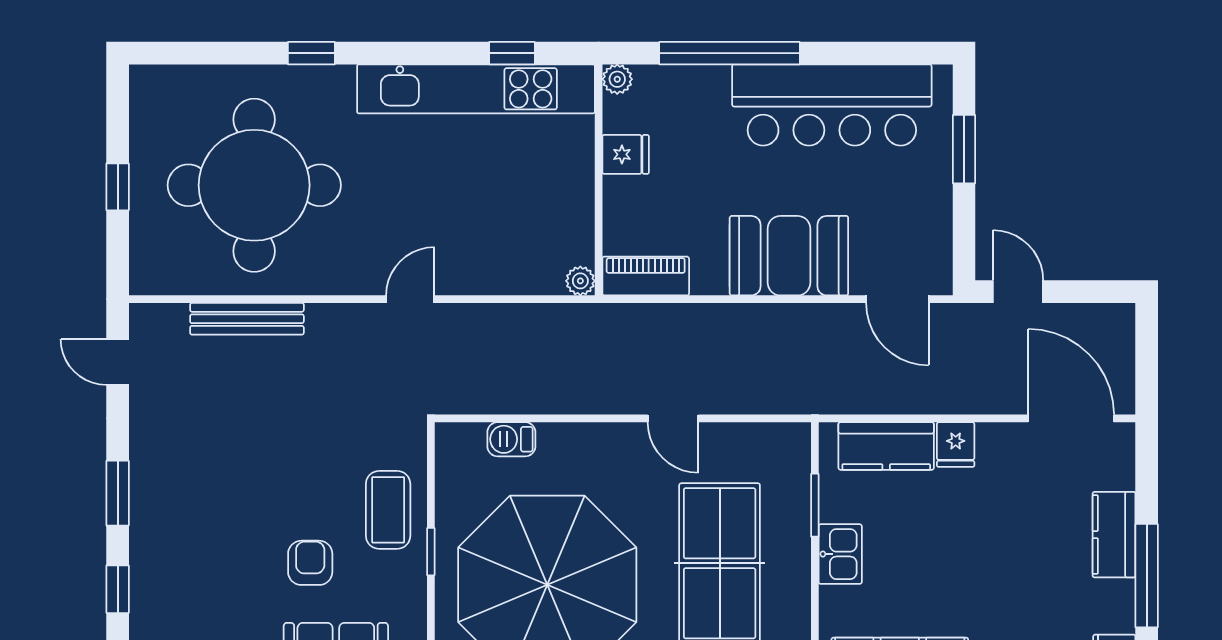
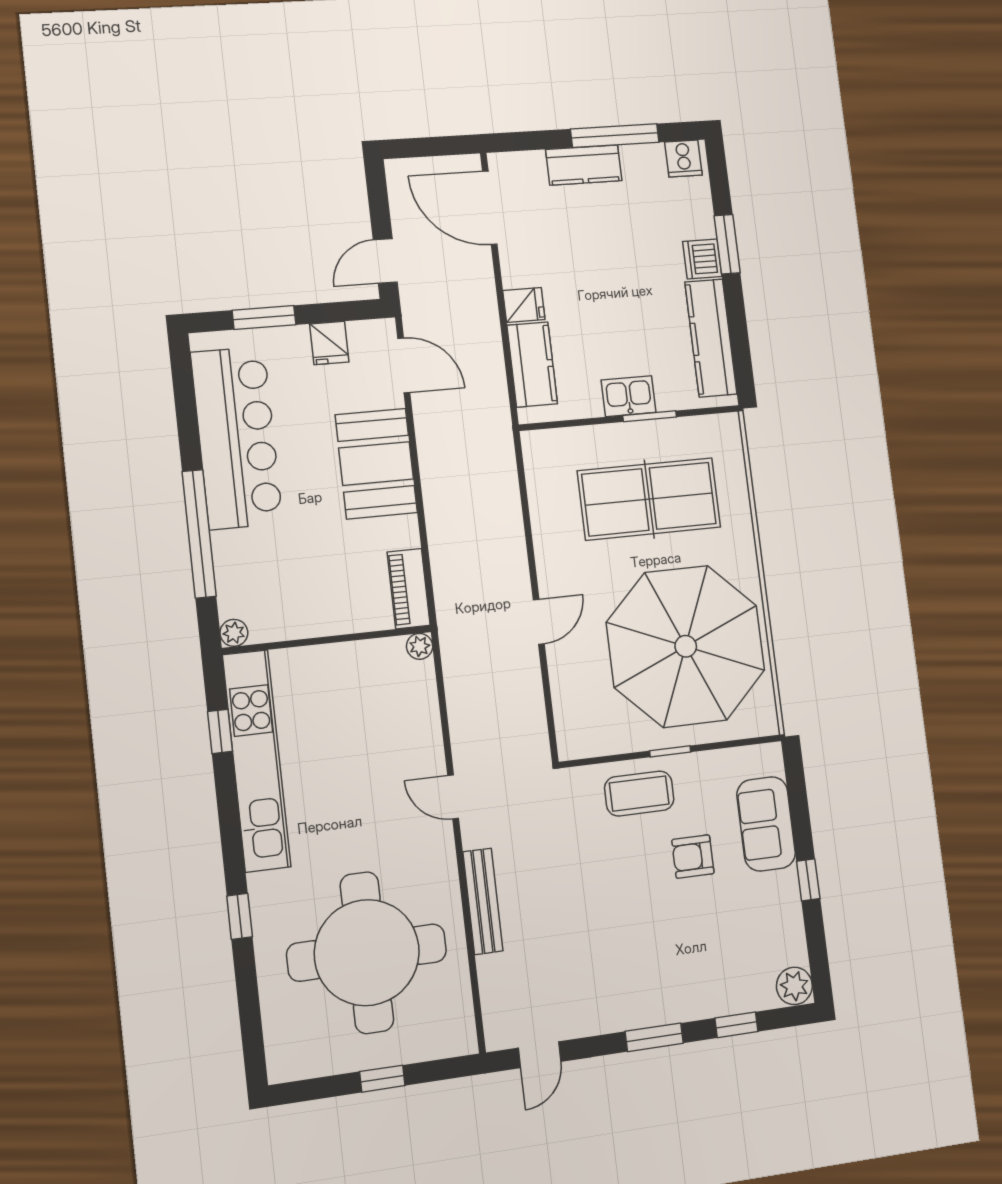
fridge: (626, 154) -> (329, 343), moved, turned 180
door: (897, 299) -> (404, 365), hinge flipped
bench: (247, 319) -> (483, 901), moved
door: (673, 418) -> (539, 622), moved
door: (1071, 418) -> (490, 208), hinge flipped
barbecue: (511, 439) -> (565, 692), removed
window: (815, 505) -> (650, 416), moved

